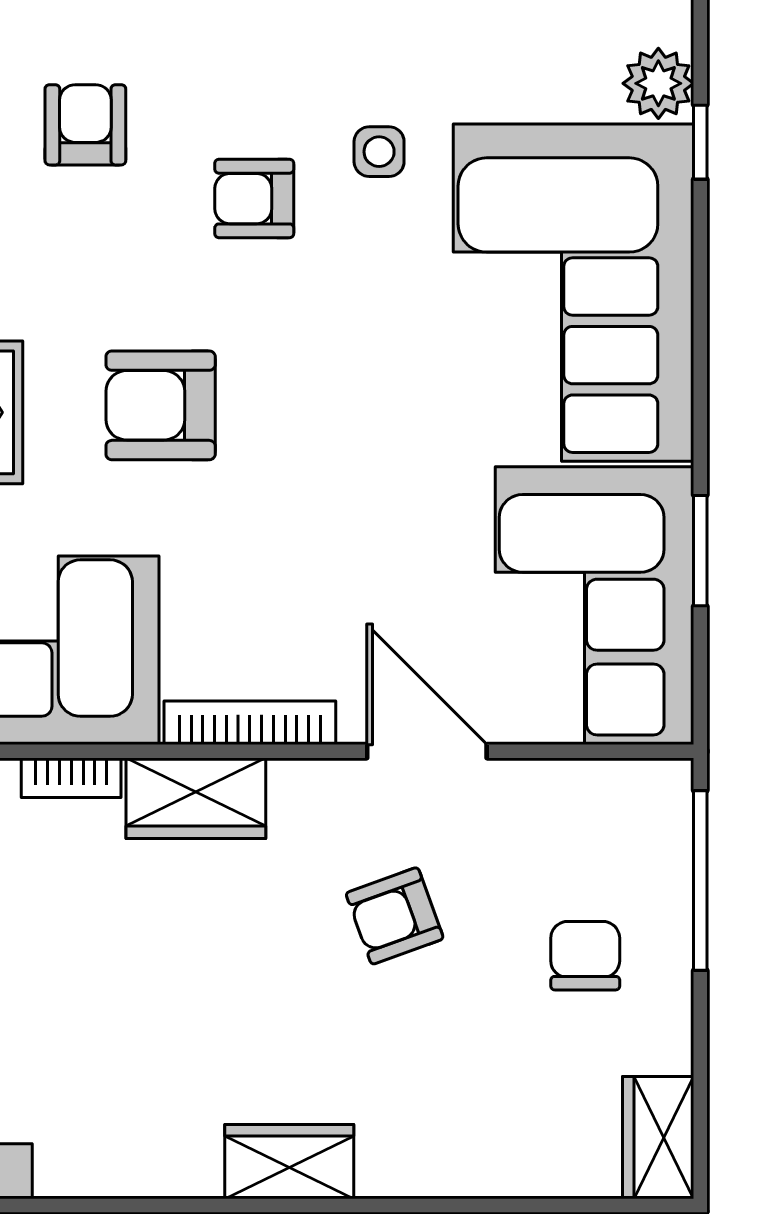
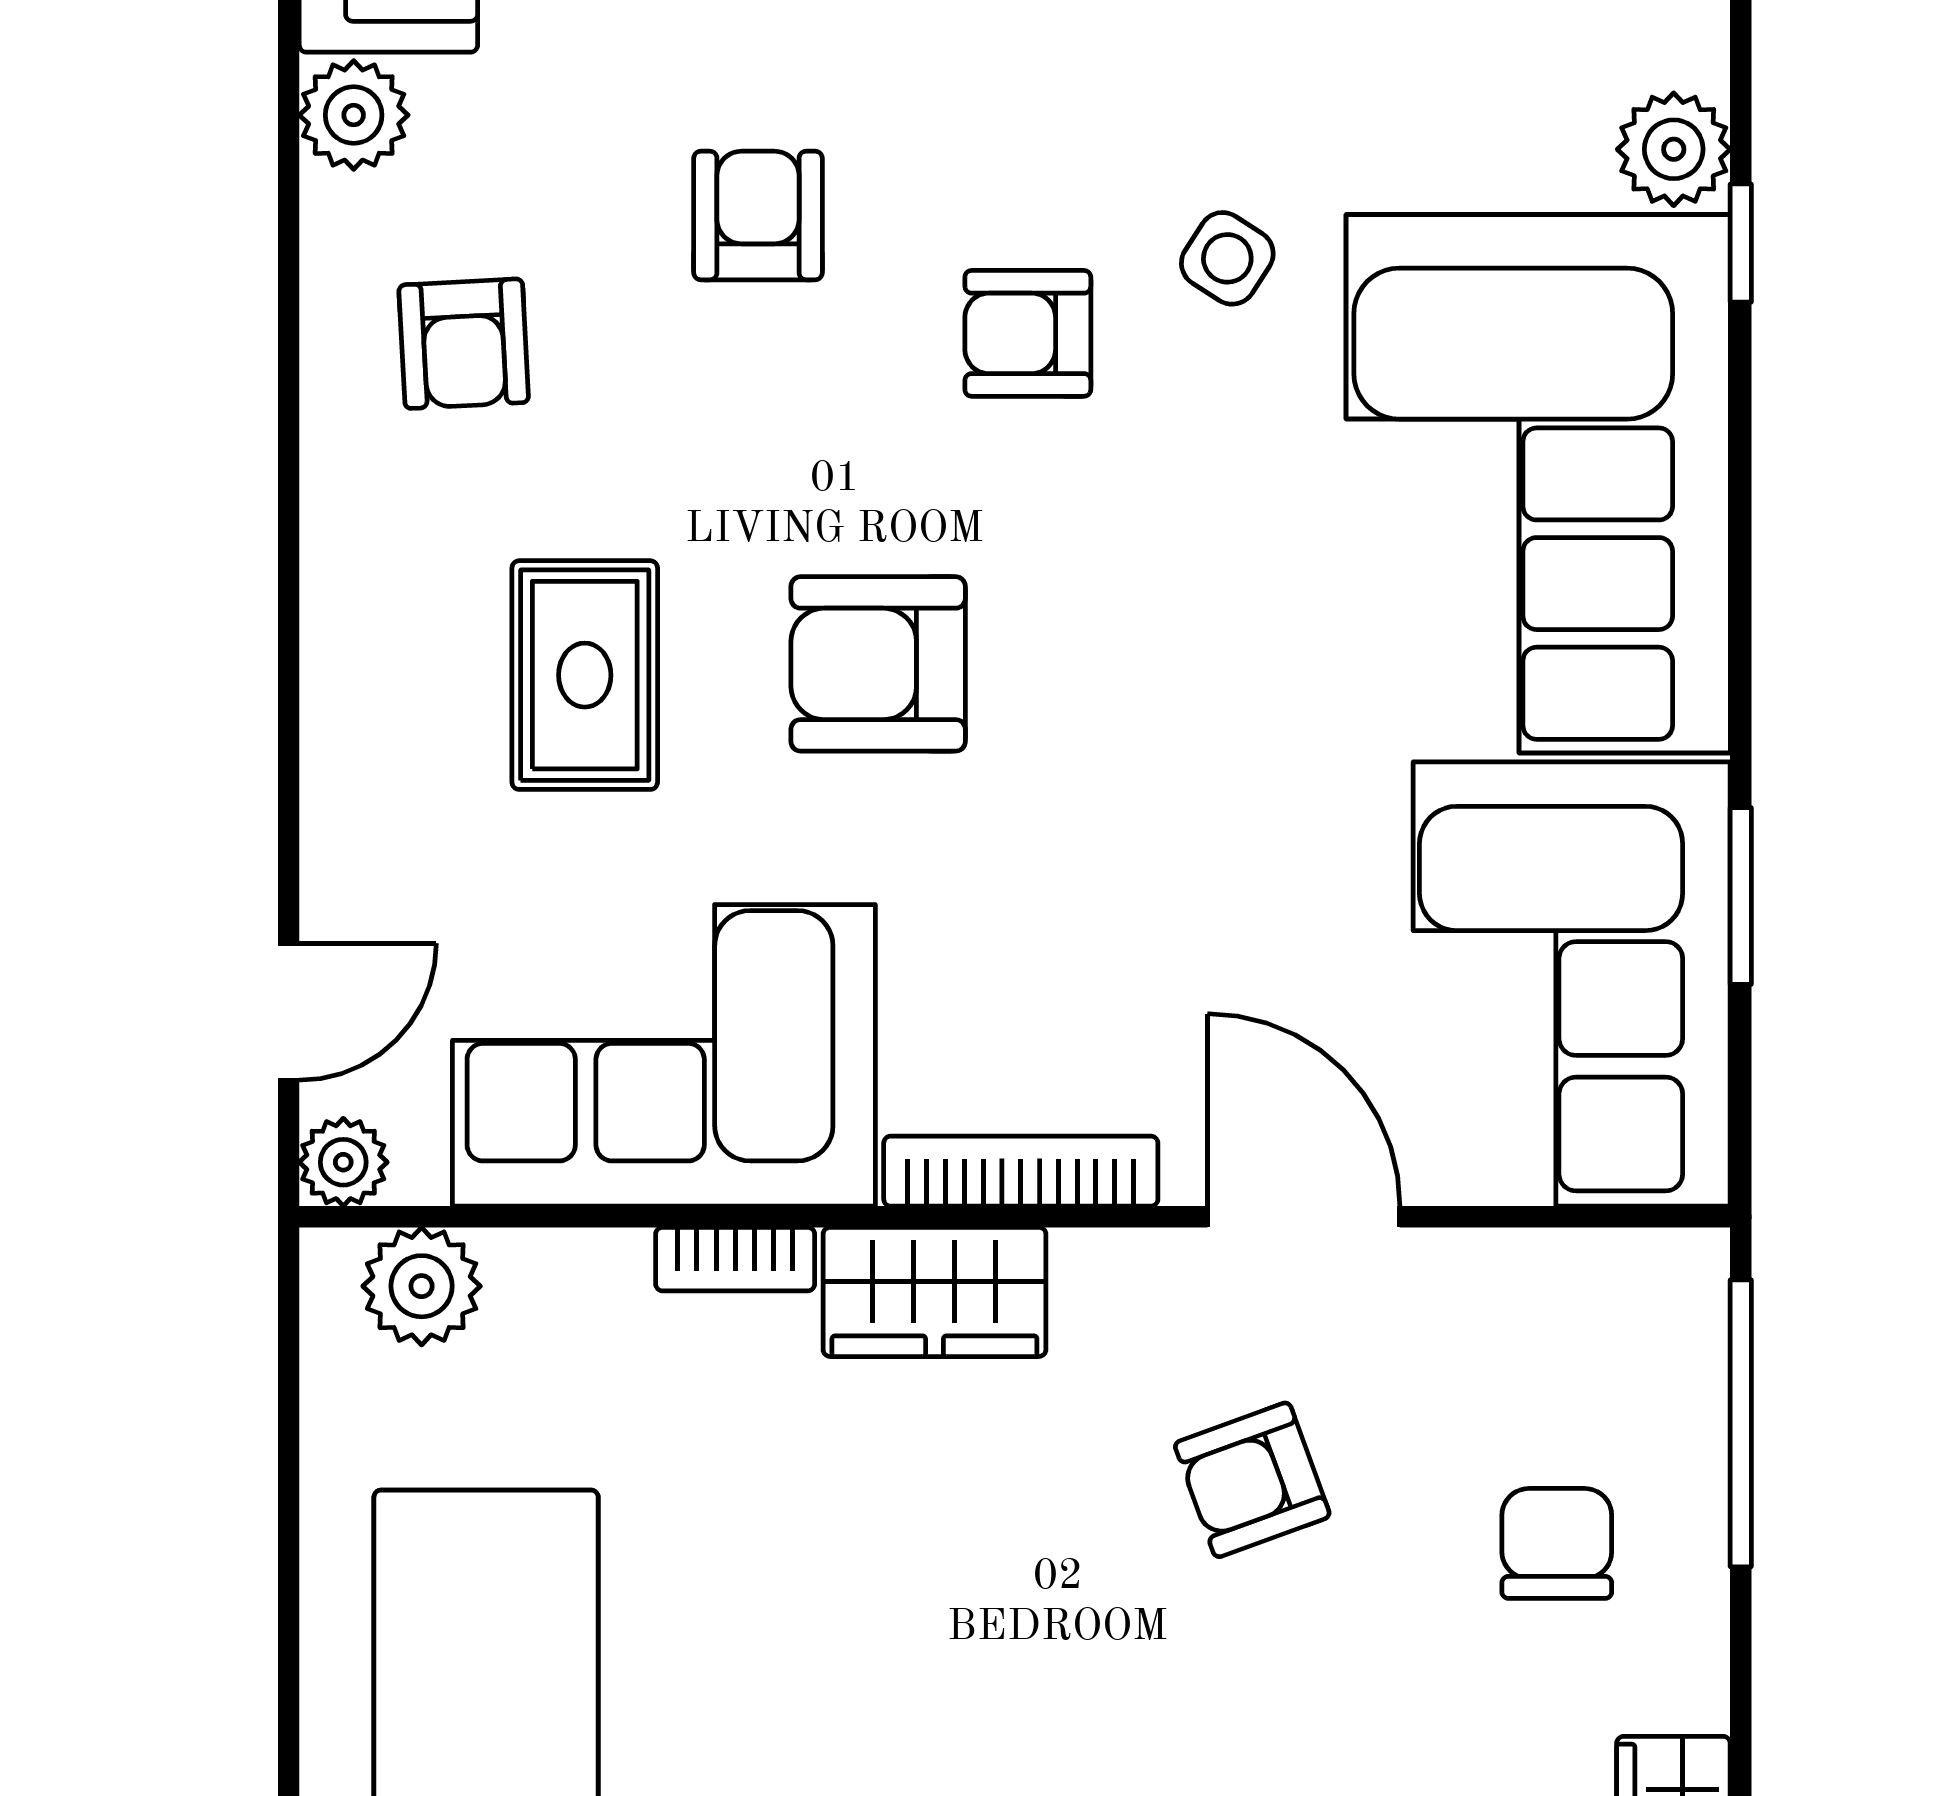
side table: (379, 152) -> (1227, 258), turned 33

